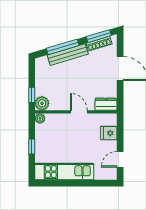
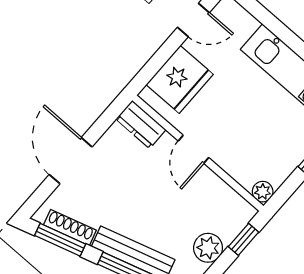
plant: (42, 103) -> (208, 248), moved
fridge: (109, 133) -> (180, 79), width x1.88, depth x1.34

